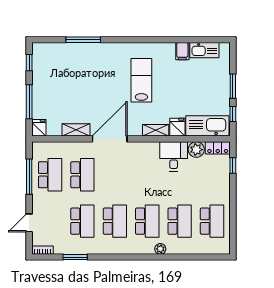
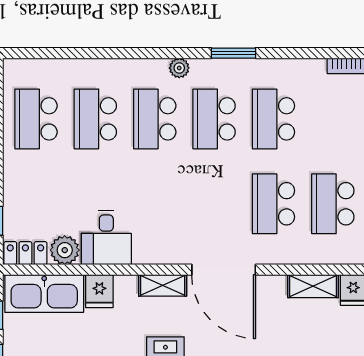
shelving: (76, 130) -> (313, 286), moved
shelving: (156, 130) -> (163, 285), moved
door: (110, 139) -> (224, 270), hinge flipped
plant: (160, 249) -> (179, 68), moved
window: (75, 257) -> (233, 53), moved

